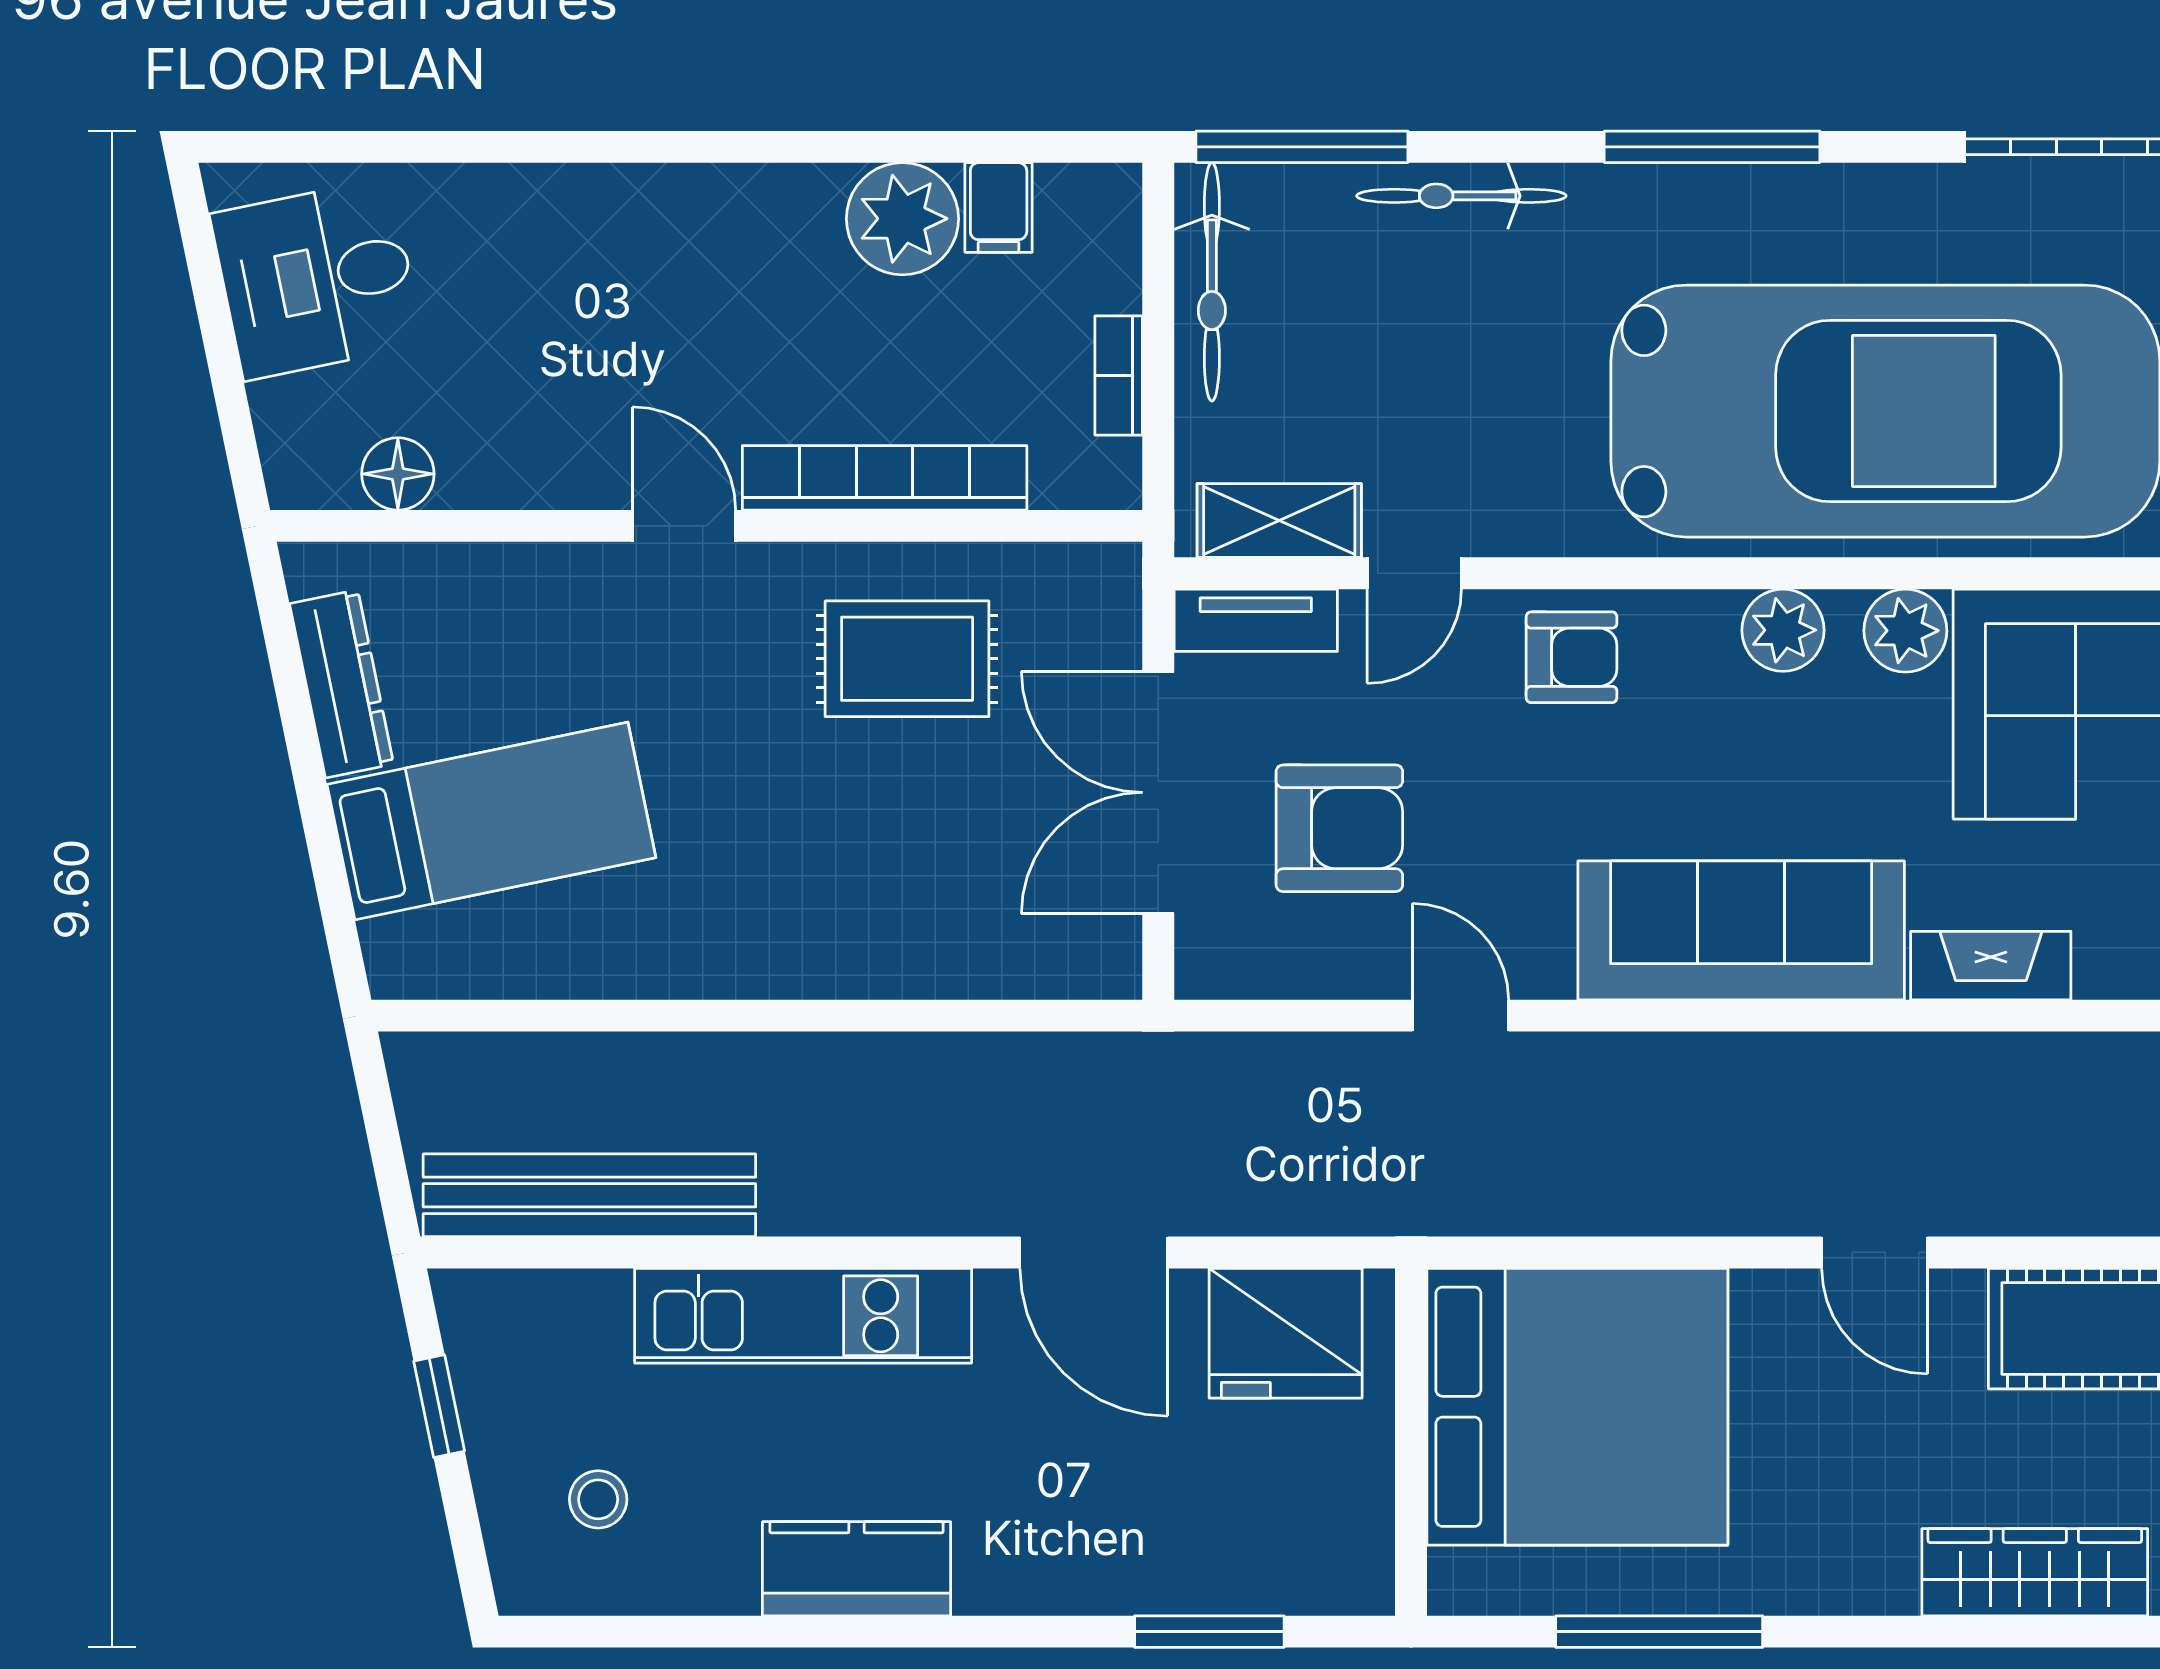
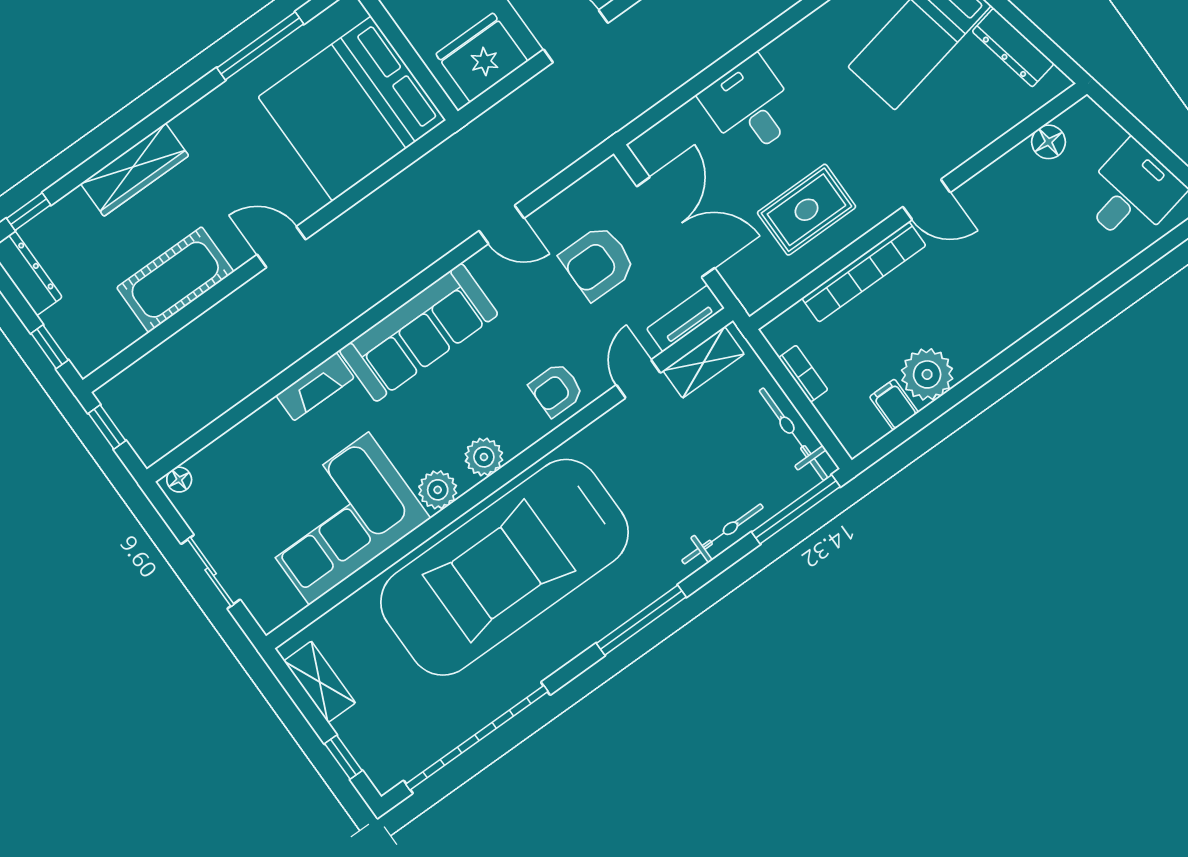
desk: (877, 911) -> (750, 106), added

